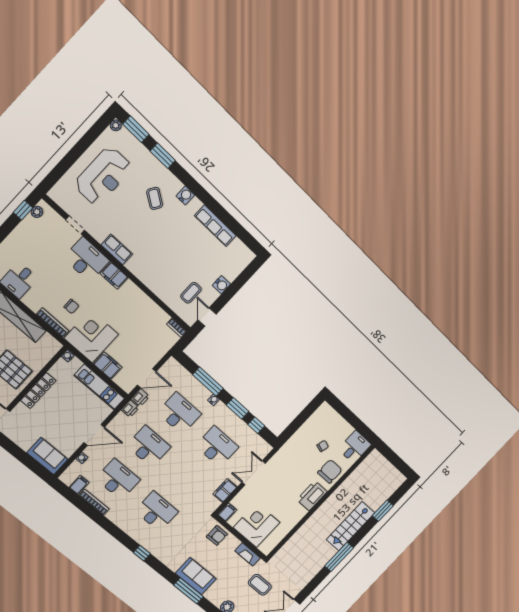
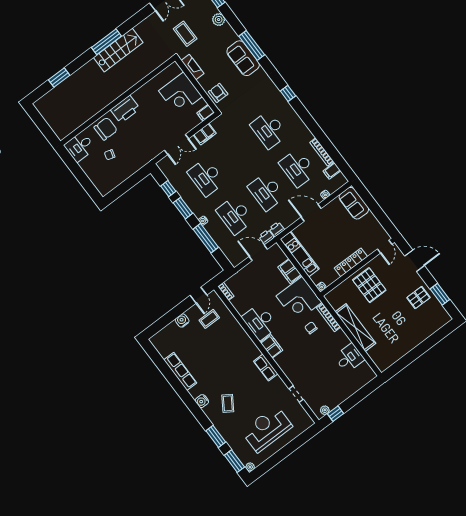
desk: (86, 259) -> (260, 322), moved
chair: (330, 471) -> (106, 129), turned 180
stairs: (350, 526) -> (118, 50), moved

